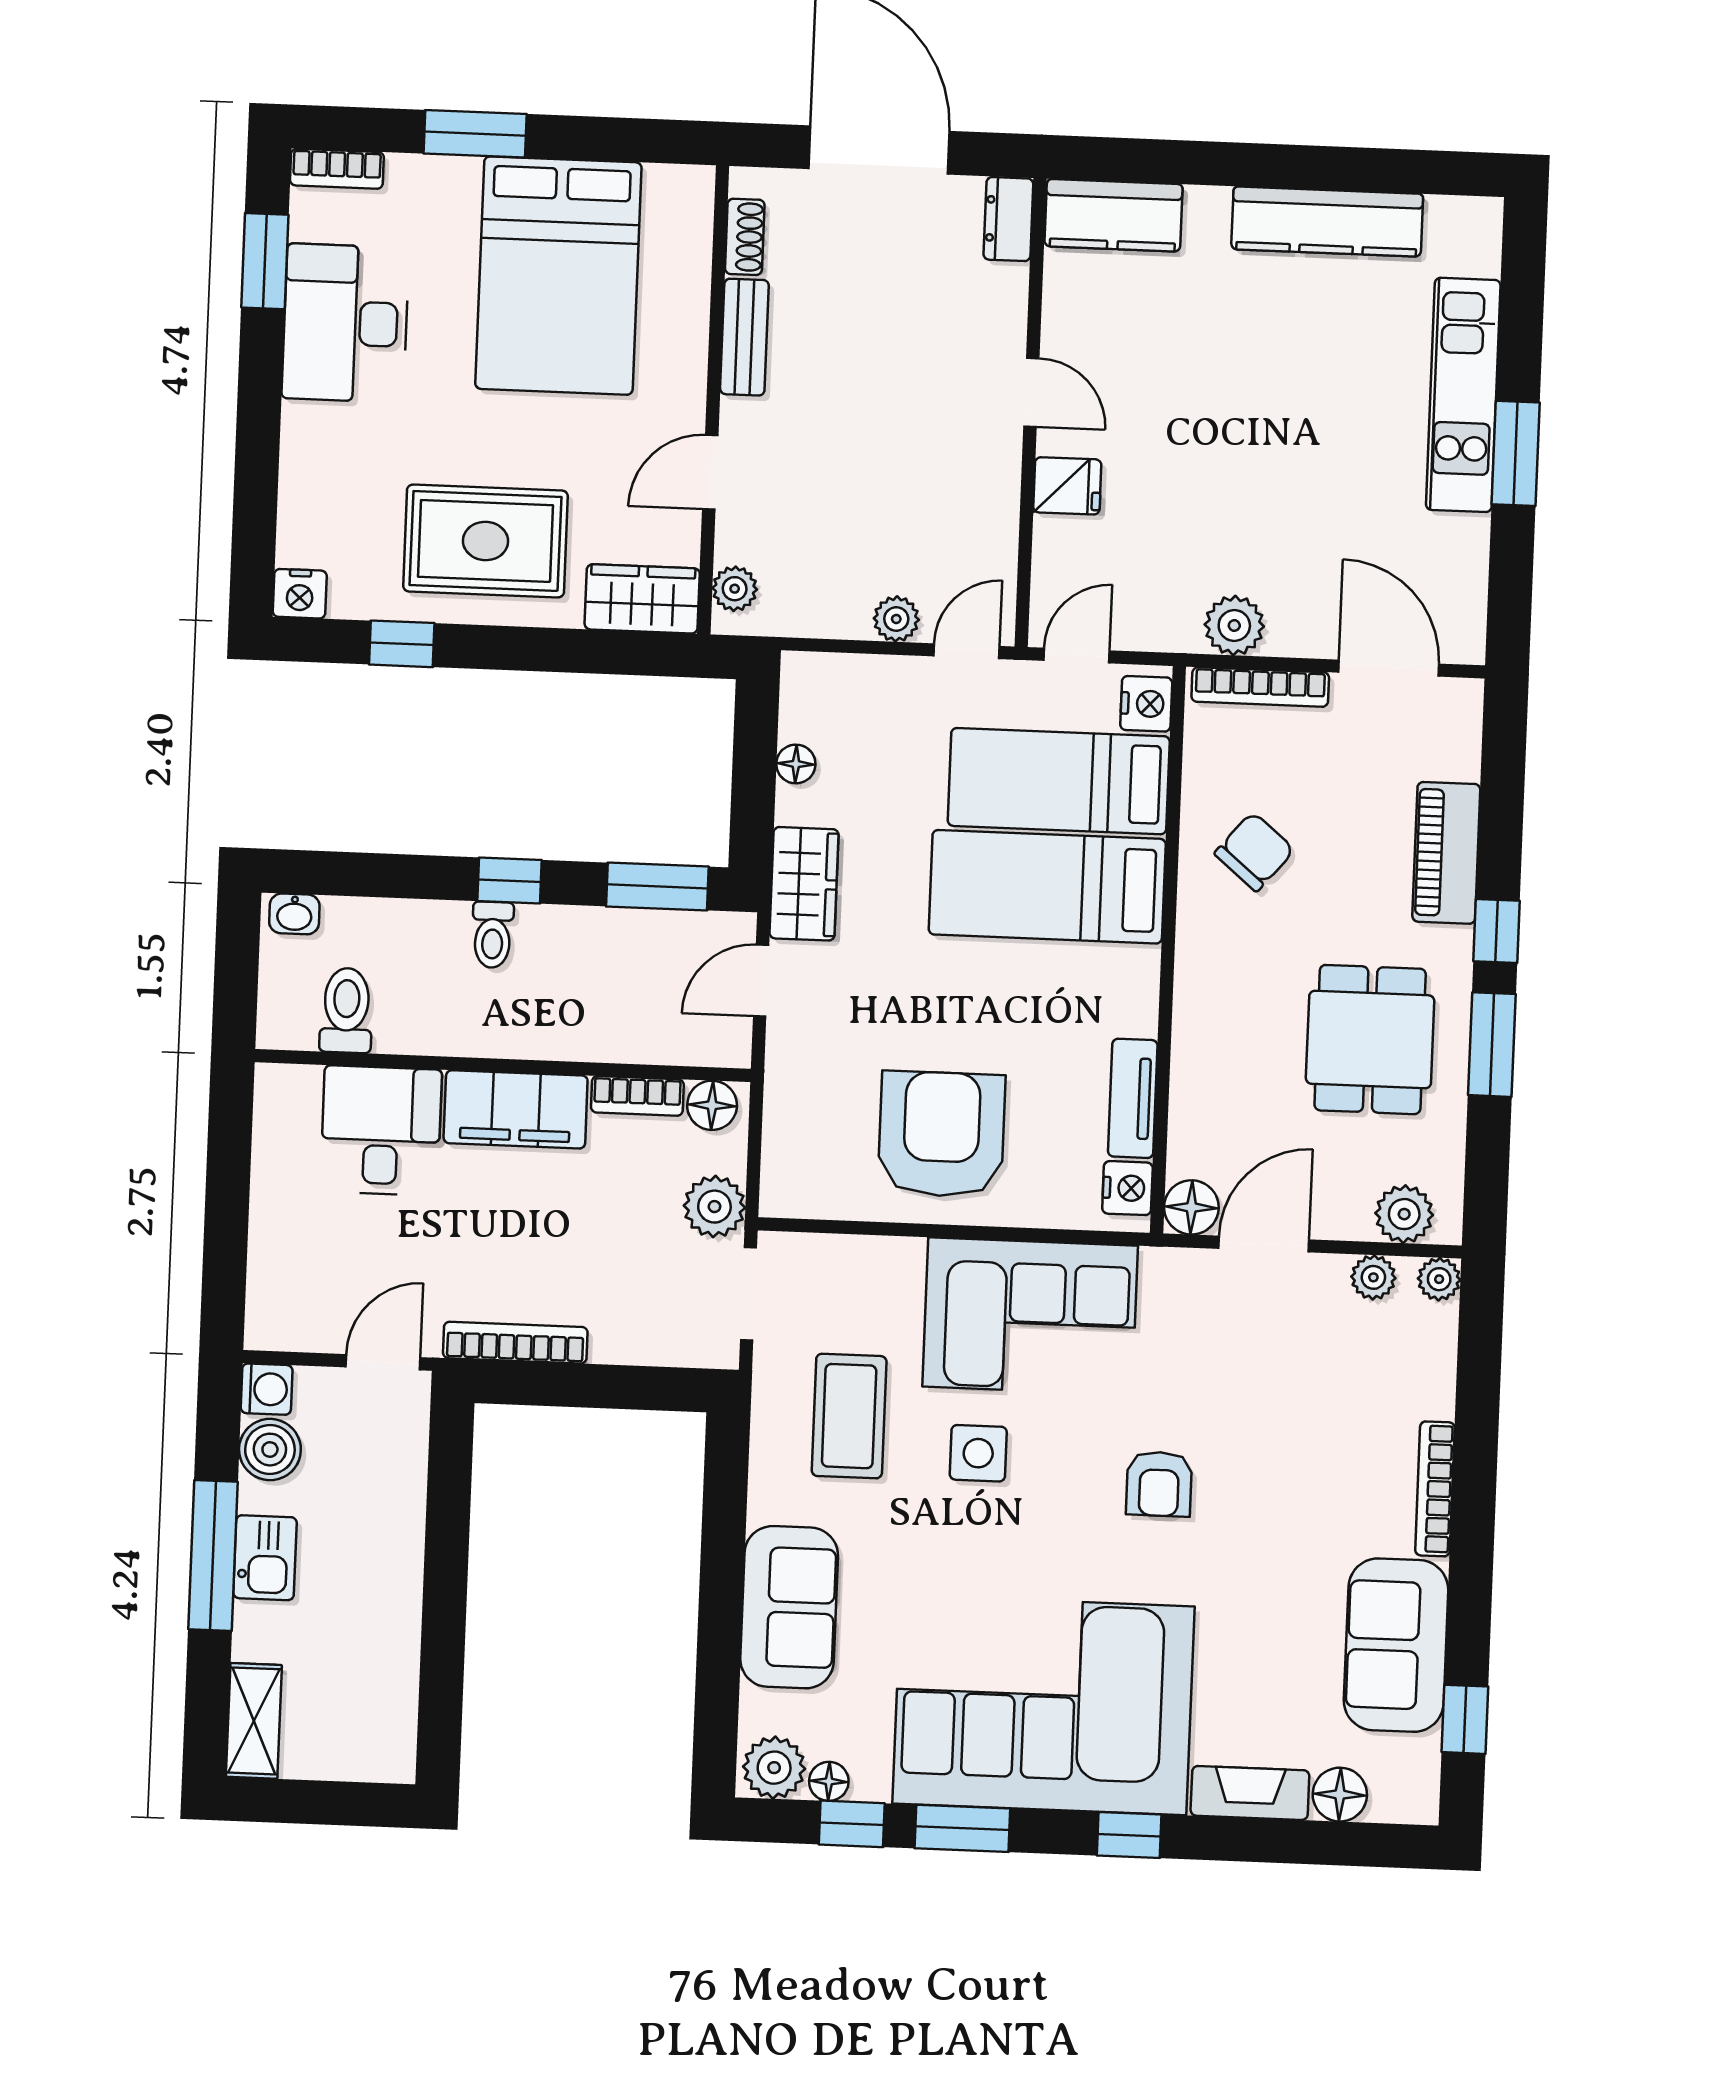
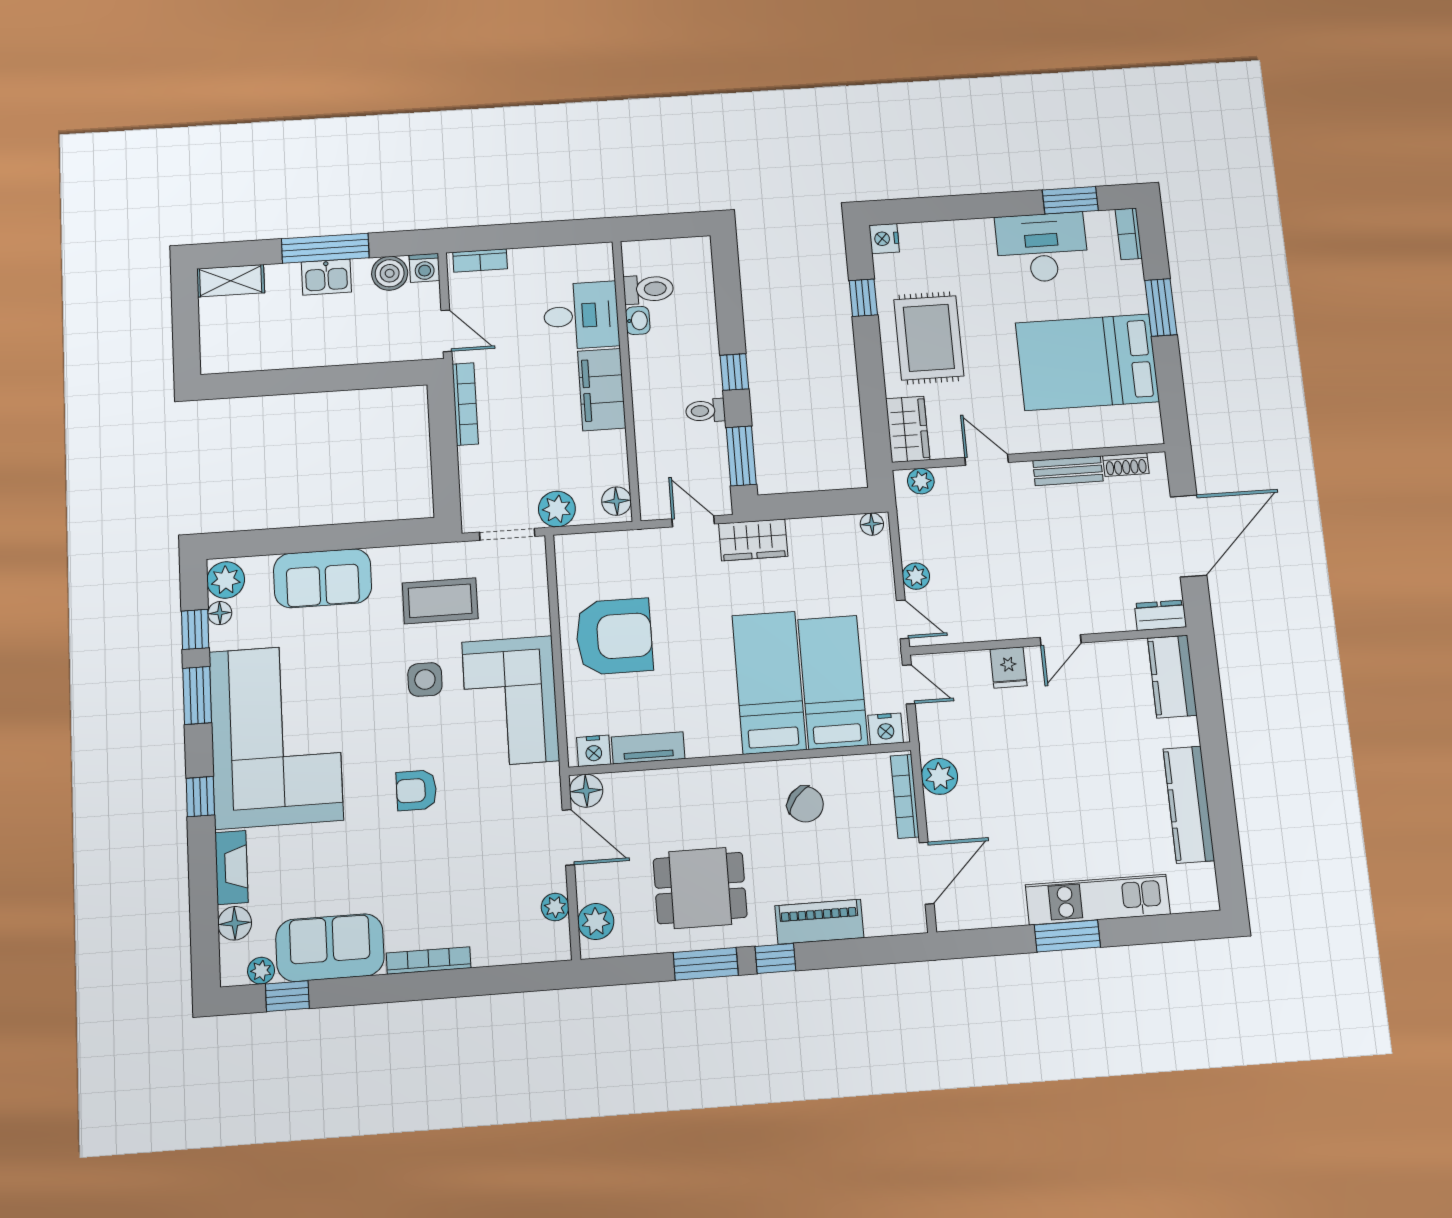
floor lamp: (796, 764) -> (872, 524), moved
washbasin: (294, 914) -> (638, 320), moved, turned 180
toilet: (492, 935) -> (705, 411), moved
bookcase: (637, 1096) -> (480, 261), moved, turned -90
plant: (1439, 1279) -> (261, 971), moved

